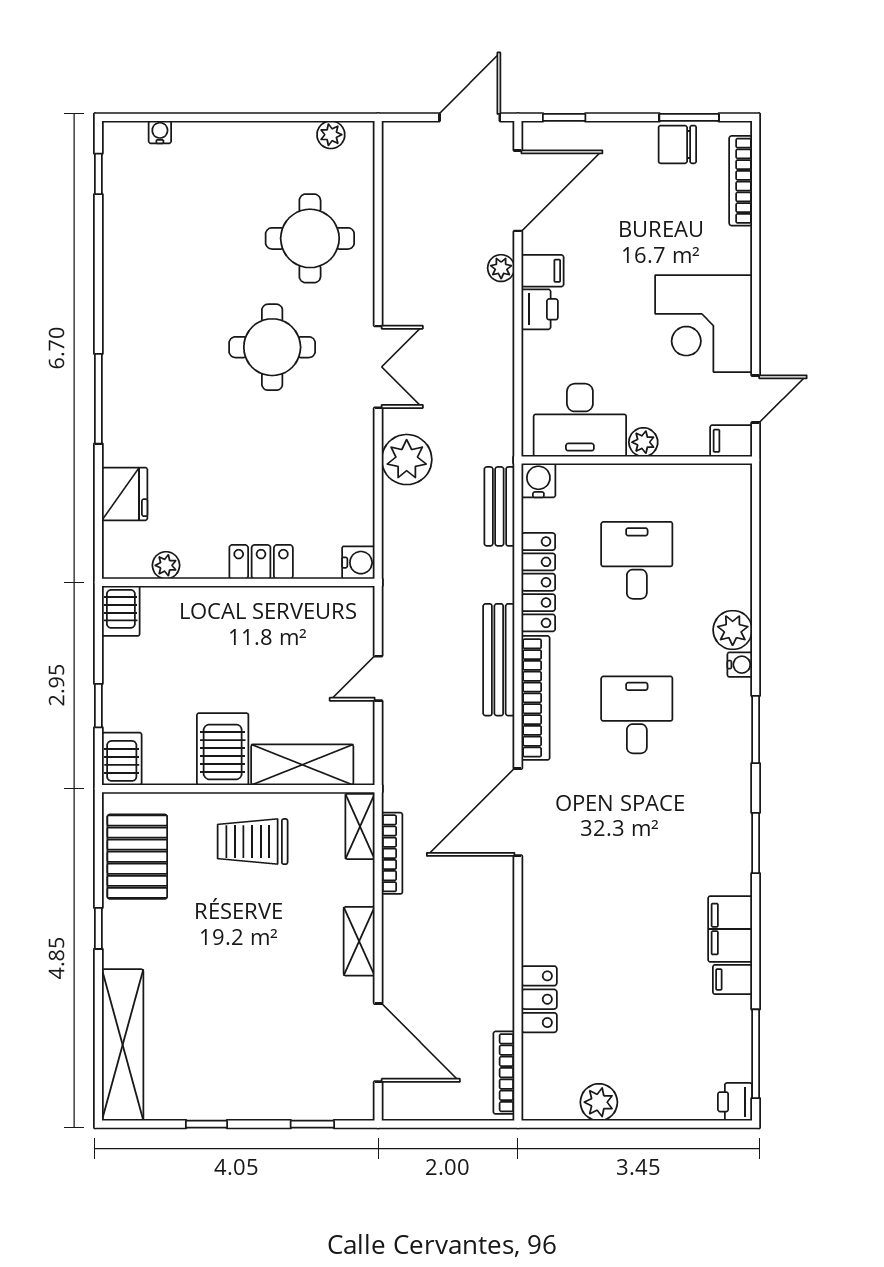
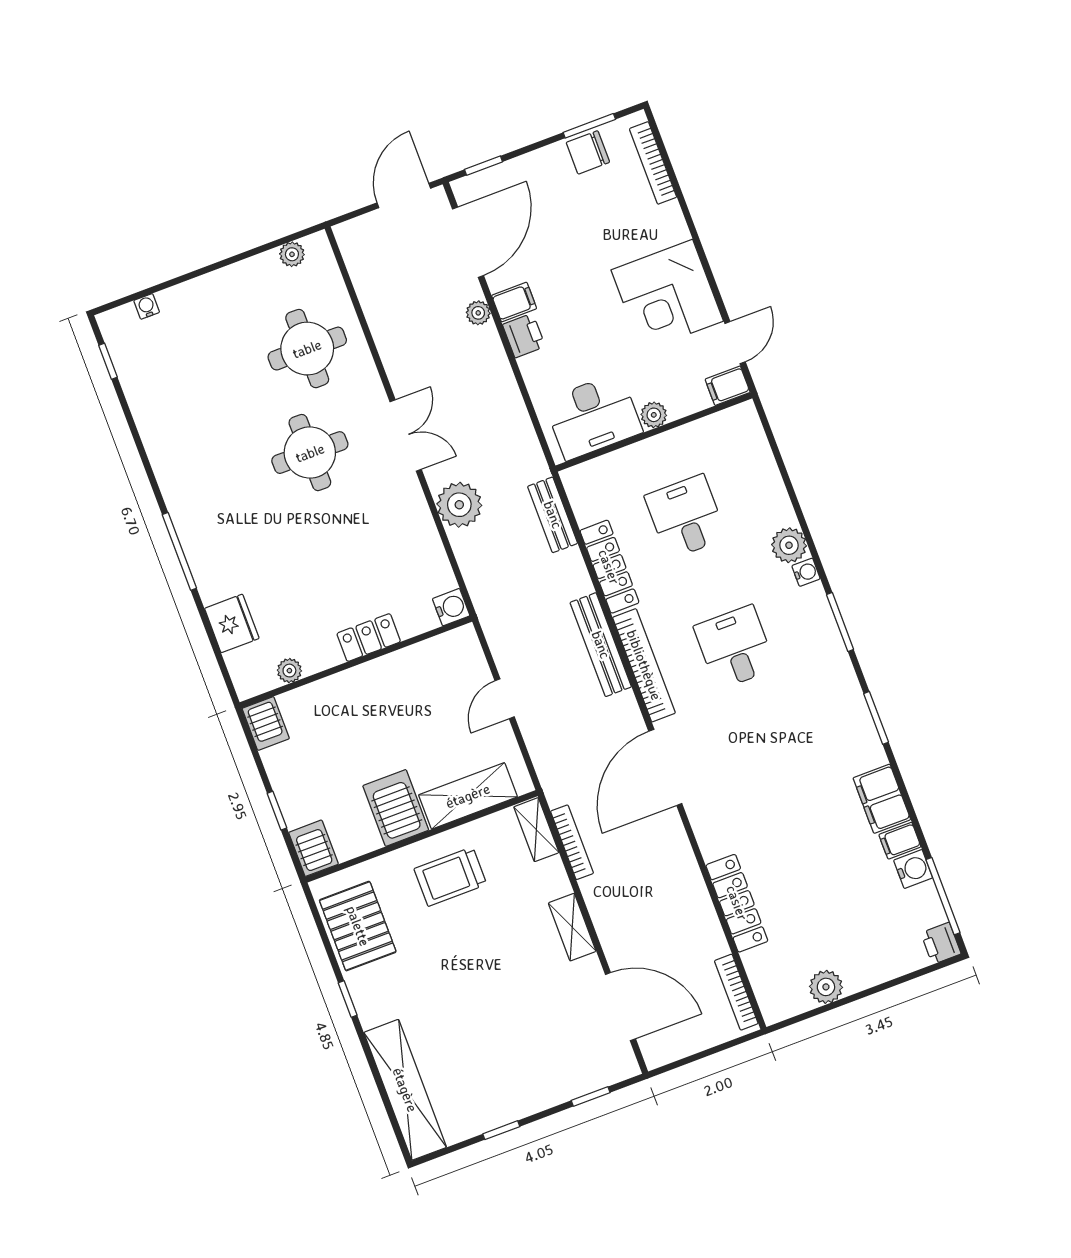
water cooler: (538, 480) -> (913, 869), moved, turned 90
locker: (539, 999) -> (737, 903), width x1.53

